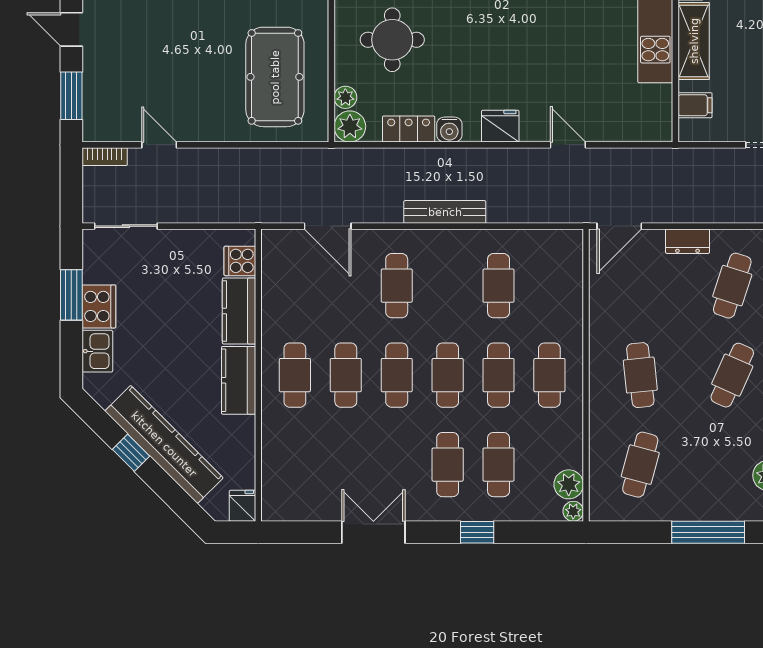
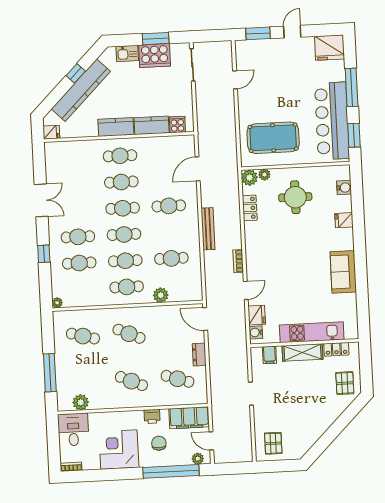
fridge: (500, 126) -> (257, 315), moved
water cooler: (449, 130) -> (256, 332), moved
bookcase: (105, 157) -> (238, 261), moved
cooker: (99, 306) -> (155, 56), width x1.37, depth x1.31
cafe table: (640, 375) -> (129, 334), turned 30
plant: (569, 484) -> (161, 295), moved

